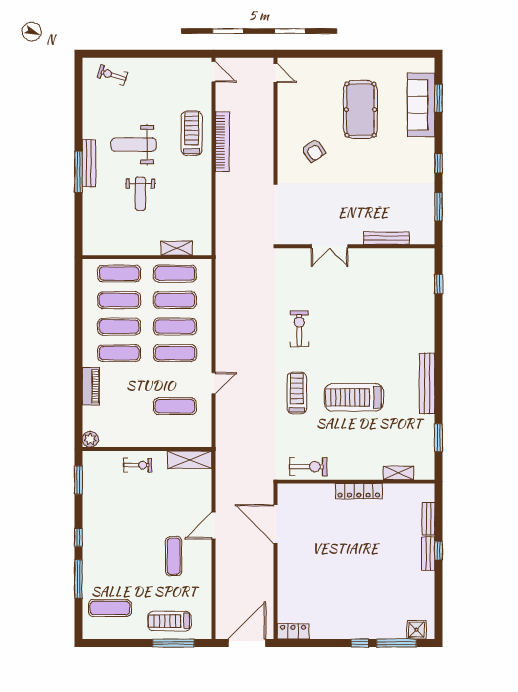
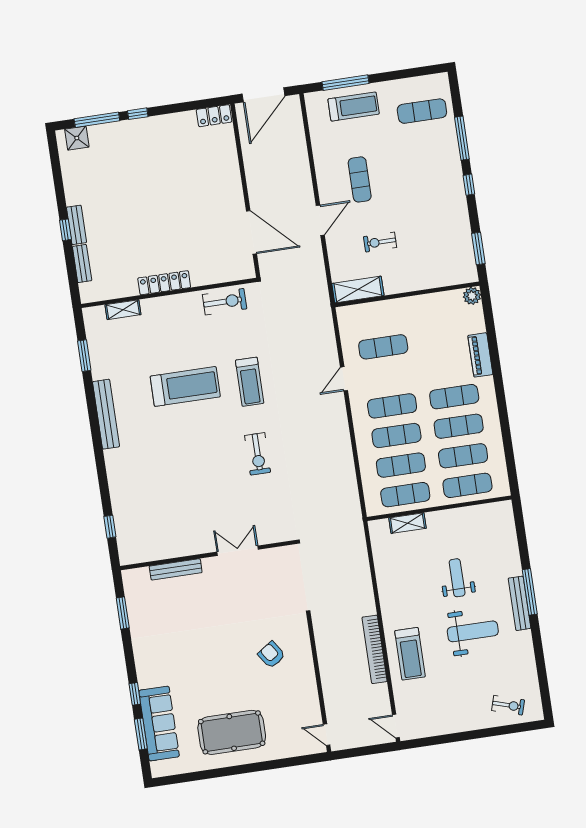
pool table: (360, 110) -> (232, 732), moved, turned 90
window: (439, 163) -> (135, 694), moved
exercise bike: (138, 465) -> (380, 242), moved
exercise bike: (308, 467) -> (225, 302), turned 180

